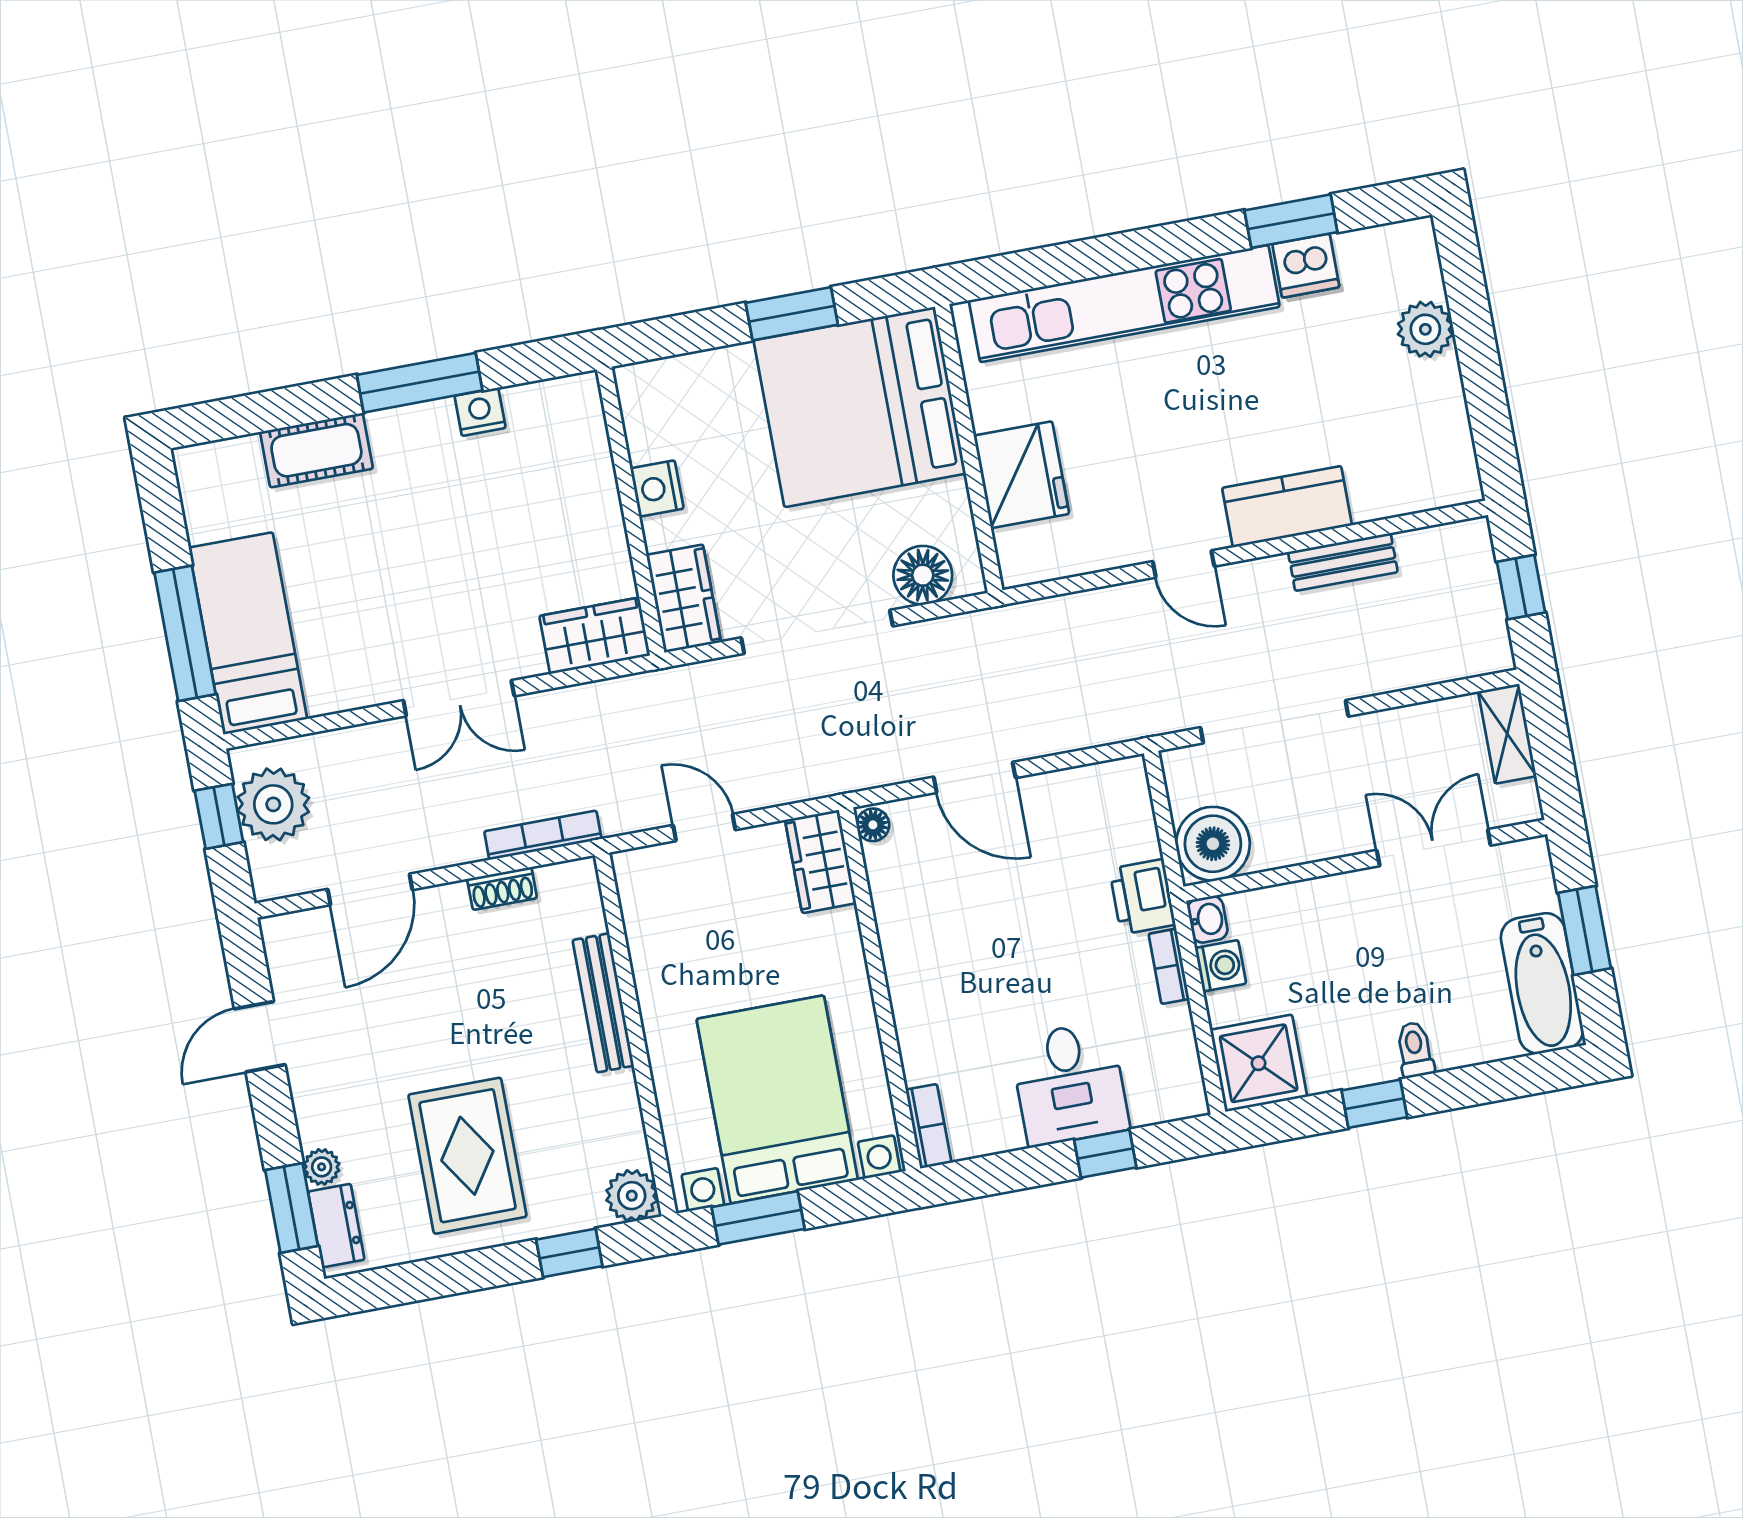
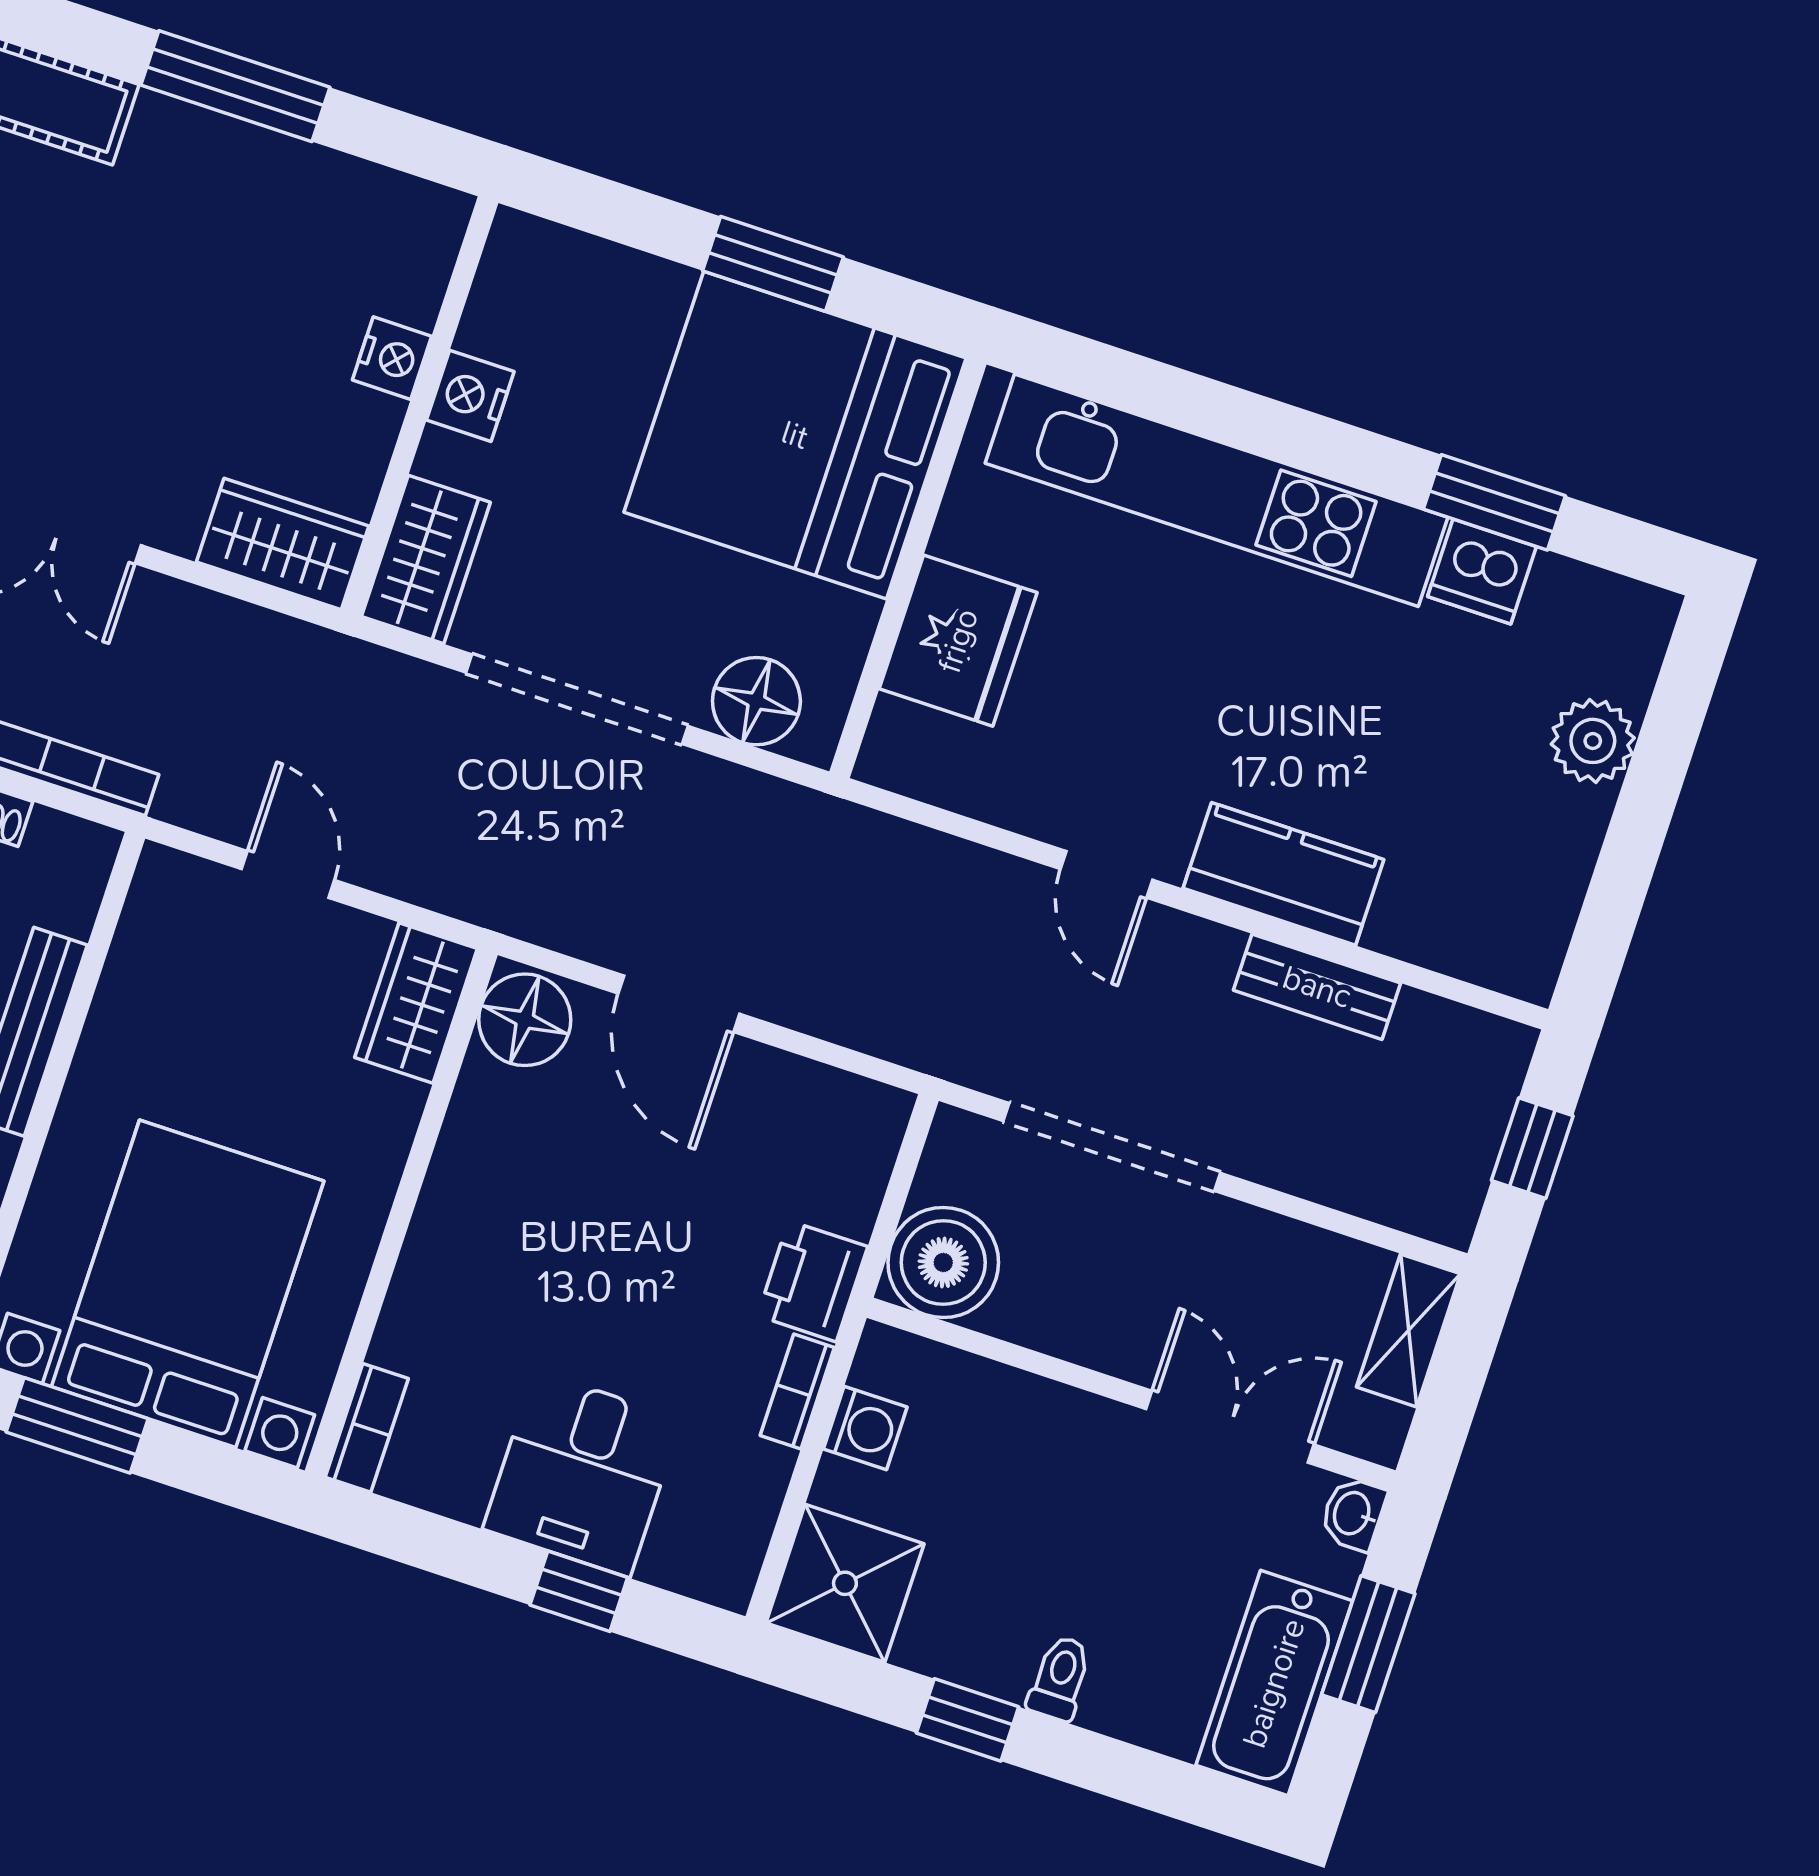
nightstand: (480, 412) -> (392, 358), moved, turned 90
floor lamp: (873, 825) -> (525, 1020), width x1.89, depth x1.89
washbasin: (1208, 919) -> (1353, 1514), moved, turned 180

